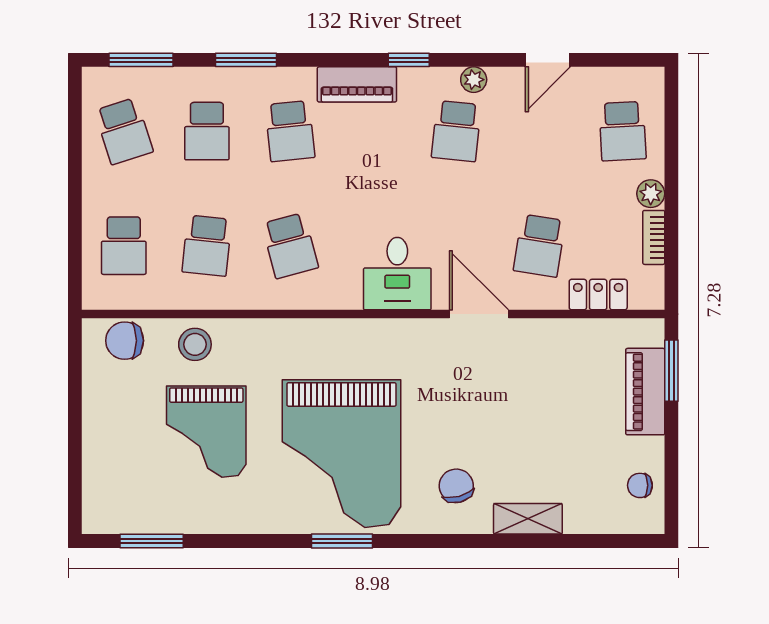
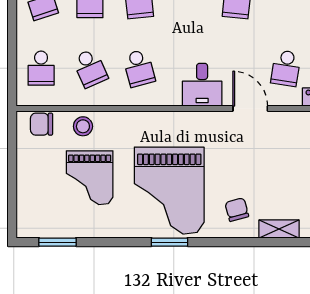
school desk: (207, 246) -> (90, 68), turned -30

